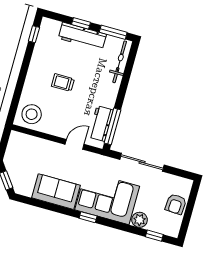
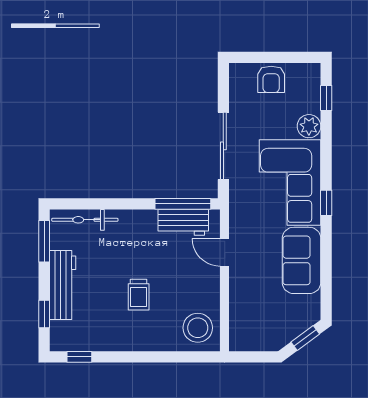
window: (81, 23) -> (44, 314), moved
armchair: (176, 204) -> (271, 79), turned 87

